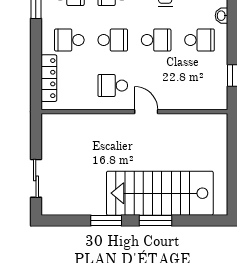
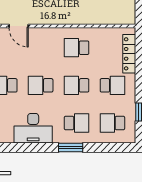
school desk: (113, 86) -> (77, 48), turned 180
door: (146, 112) -> (19, 26), moved

